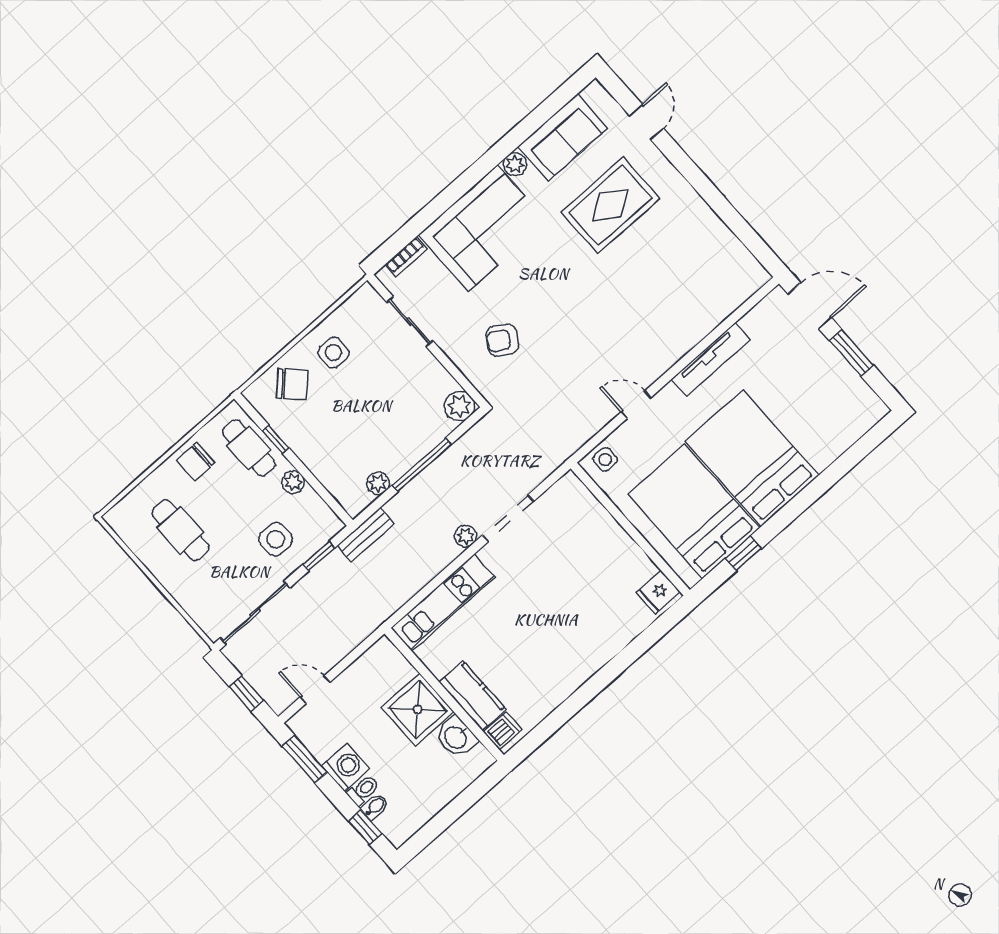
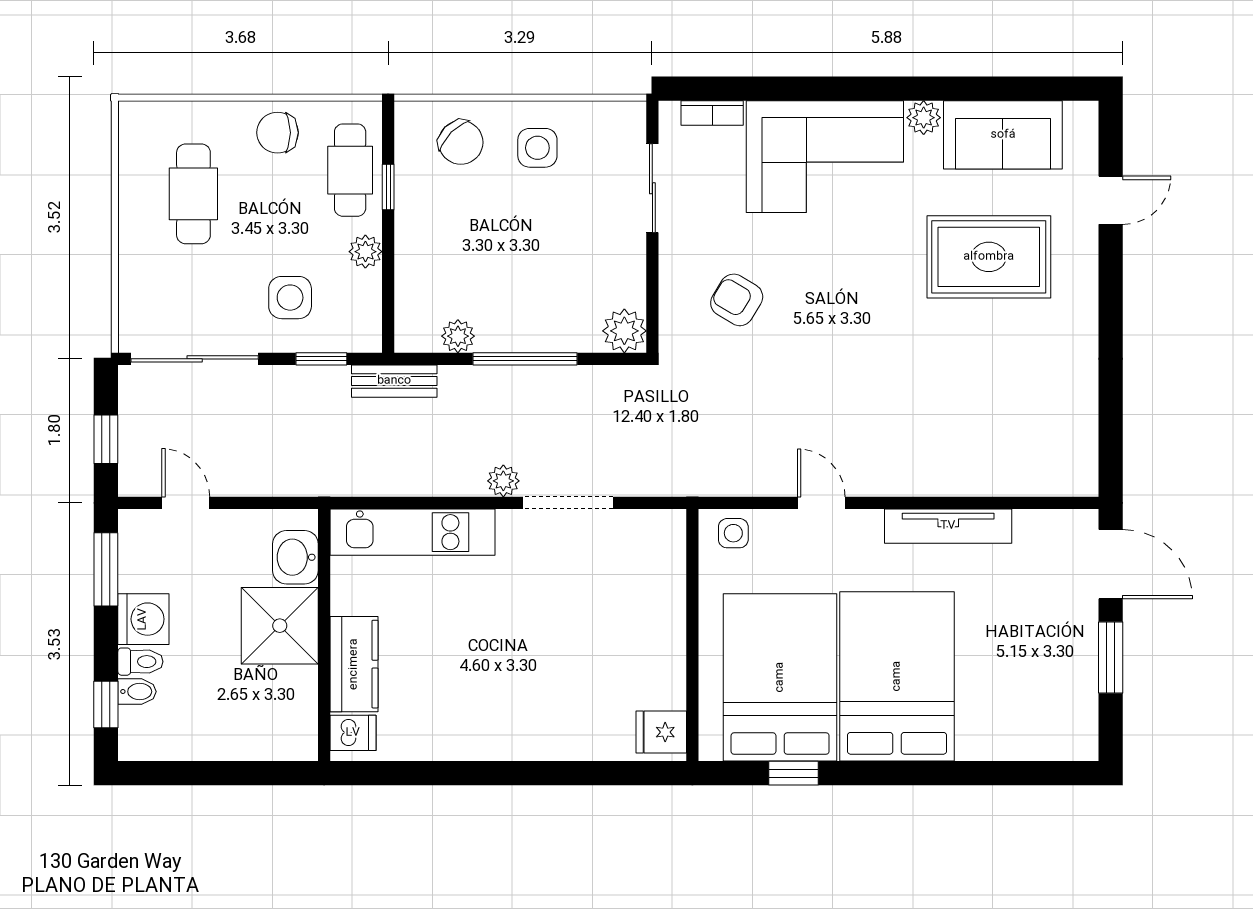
washbasin: (456, 737) -> (295, 557), moved

